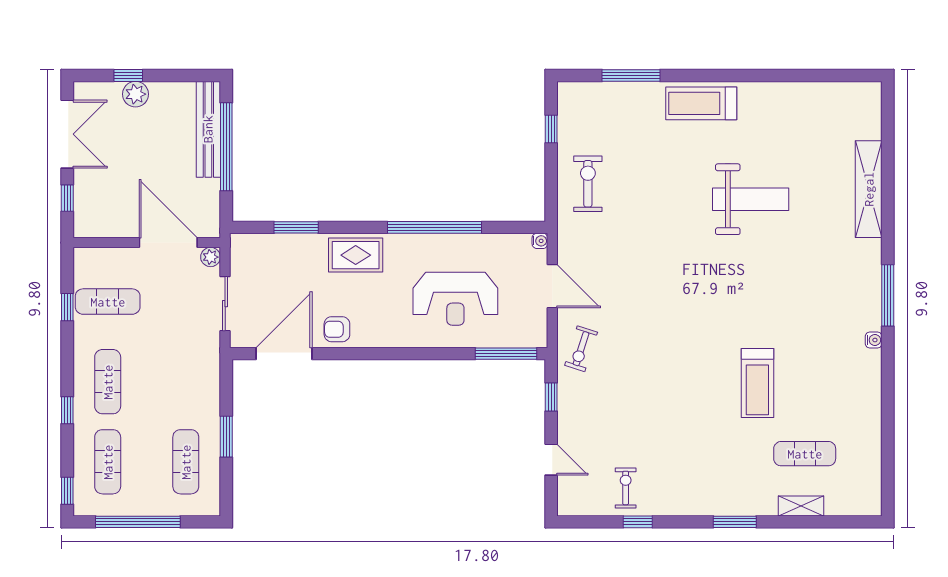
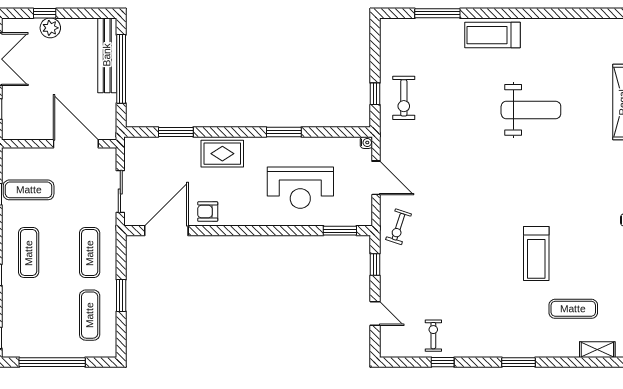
window: (551, 129) -> (375, 94), moved
exercise bike: (588, 184) -> (404, 98), turned 180
window: (434, 227) -> (284, 132), width x0.47
plant: (211, 257) -> (109, 155), removed
window: (506, 354) -> (340, 231), width x0.69
exercise mat: (108, 462) -> (90, 253), moved
shelving: (801, 506) -> (597, 350), moved

